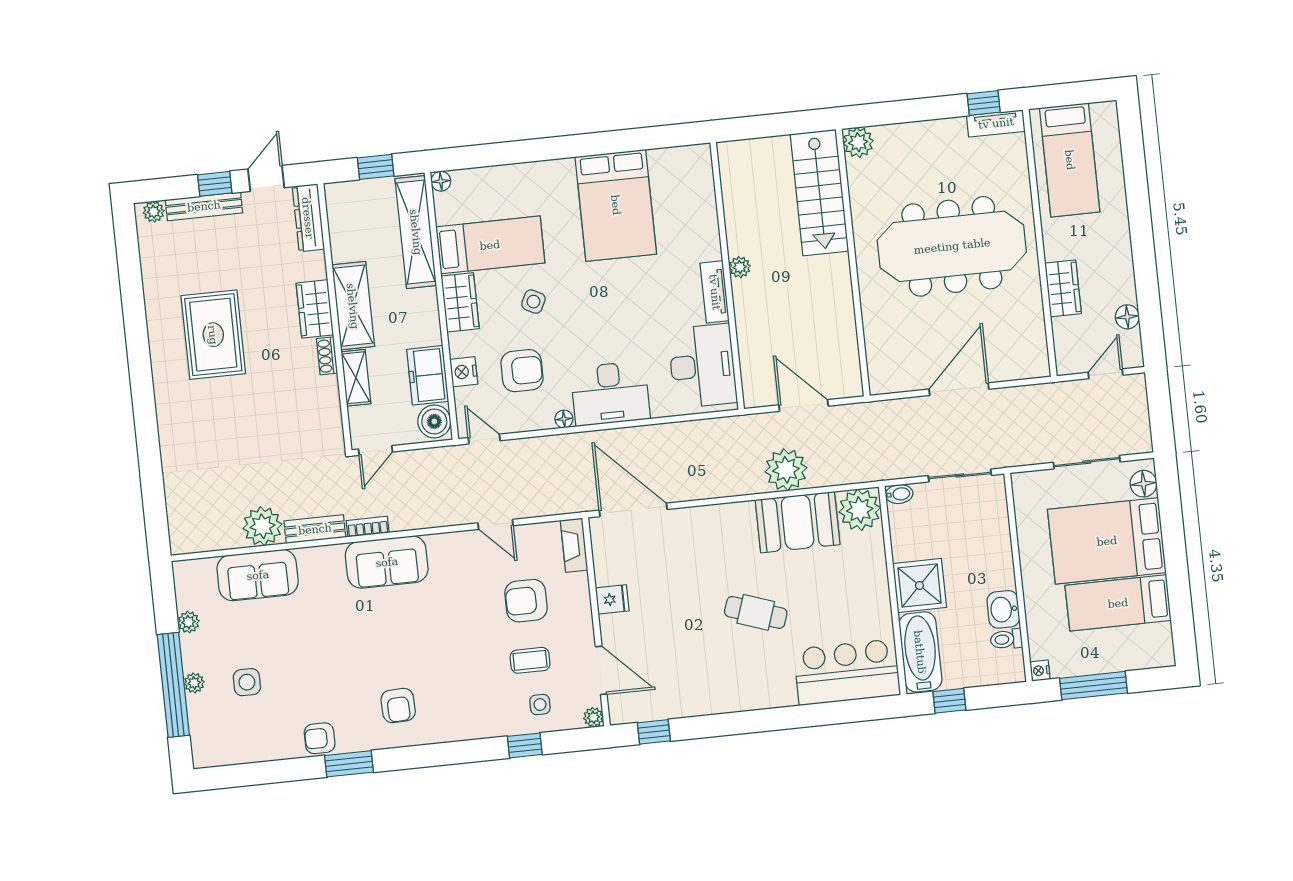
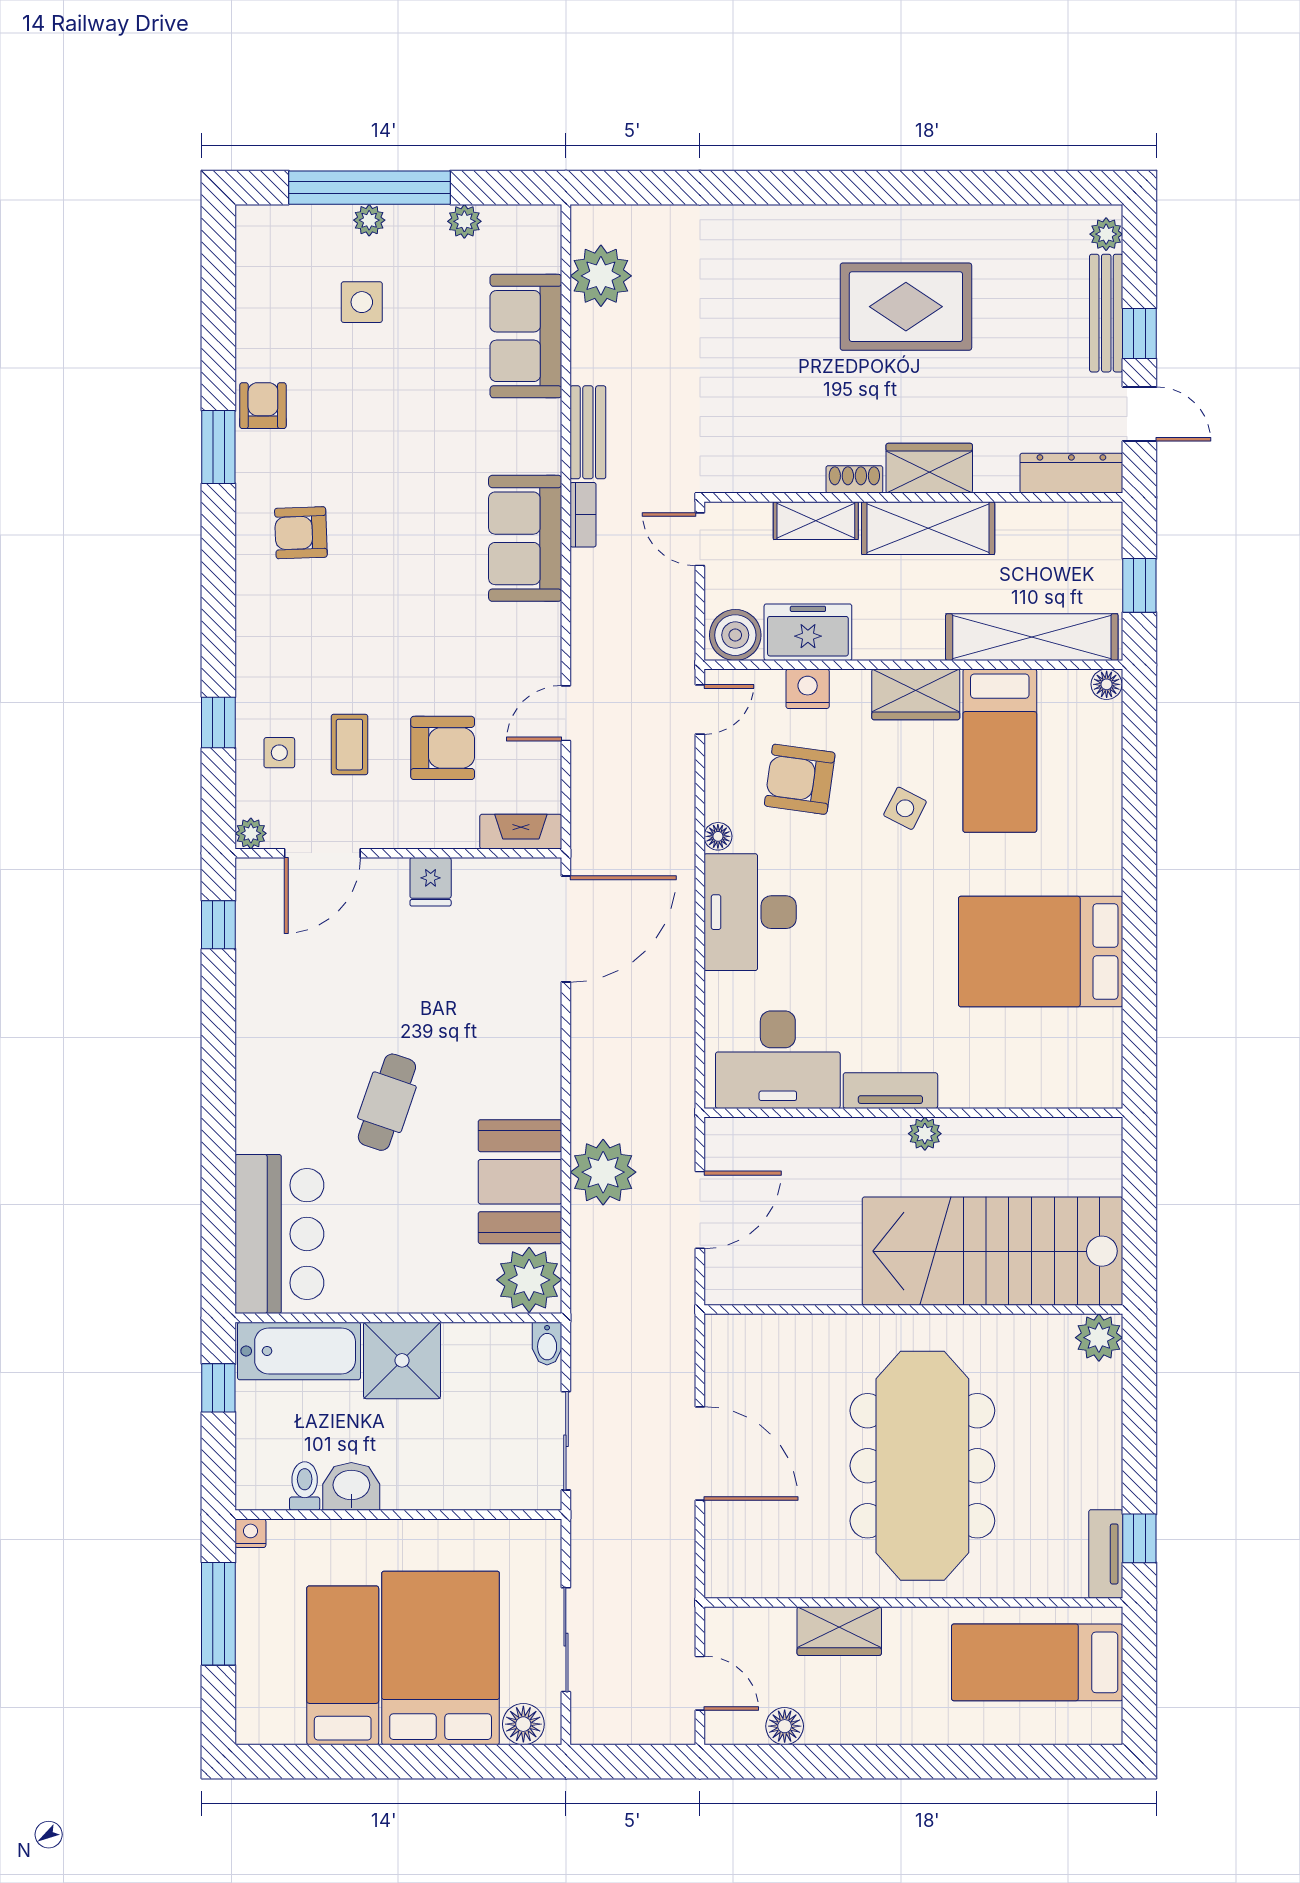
stairs: (819, 193) -> (993, 1251), width x1.36, depth x1.51
armchair: (522, 371) -> (800, 779), turned 98
plant: (262, 526) -> (601, 276), moved
armchair: (526, 601) -> (443, 748), turned 90

